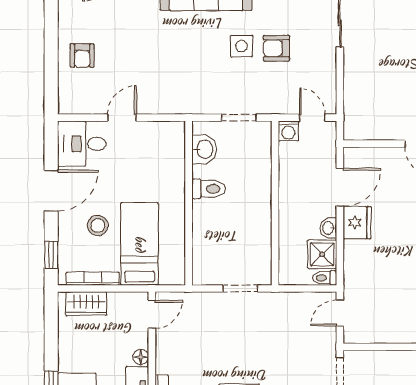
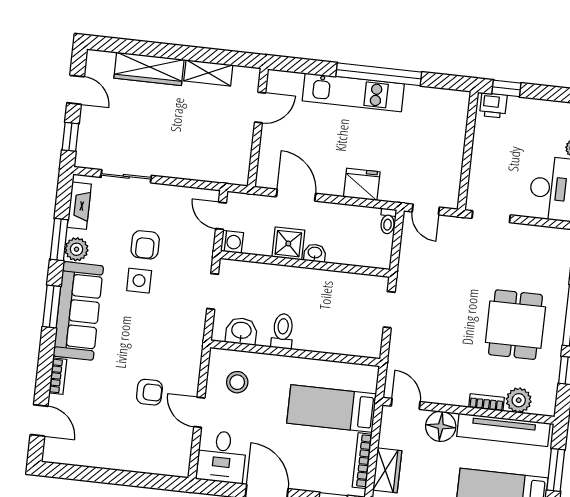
armchair: (82, 56) -> (149, 392), moved
door: (312, 118) -> (221, 216), hinge flipped
fridge: (357, 223) -> (362, 184), moved
stool: (98, 225) -> (237, 382), moved
washbasin: (328, 228) -> (315, 253), moved, turned 180
shower: (322, 254) -> (288, 244), moved
floor lamp: (141, 357) -> (441, 426), width x1.89, depth x1.89

